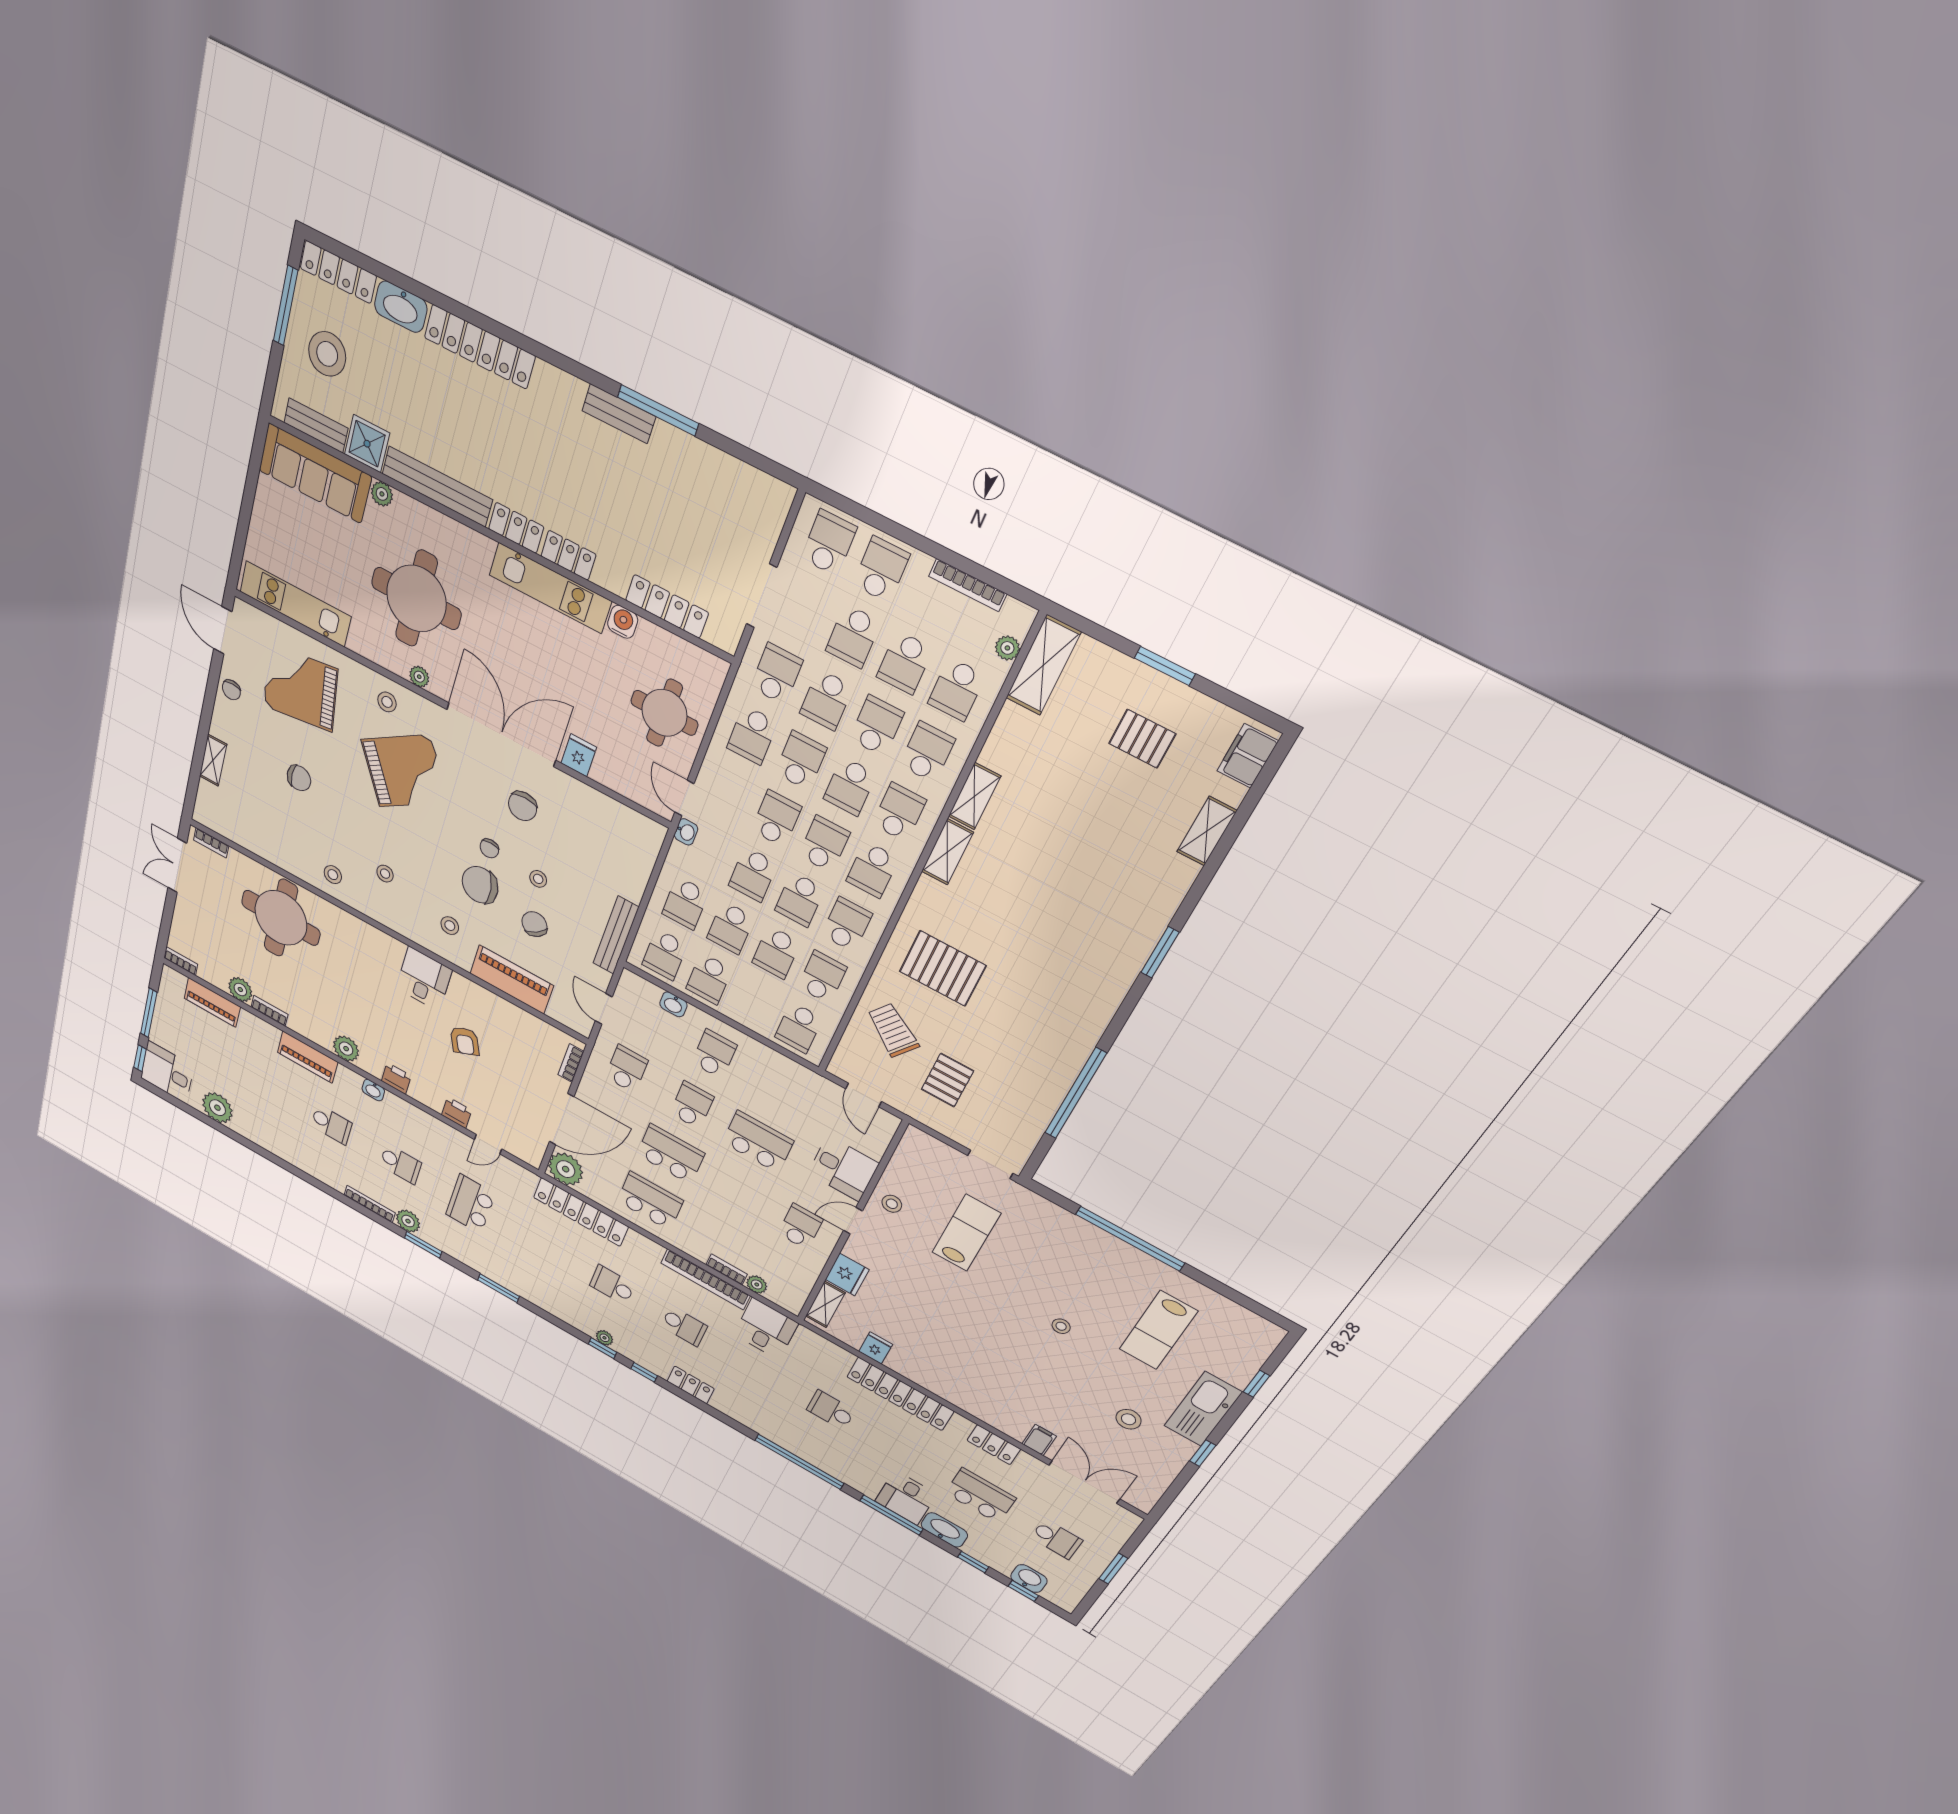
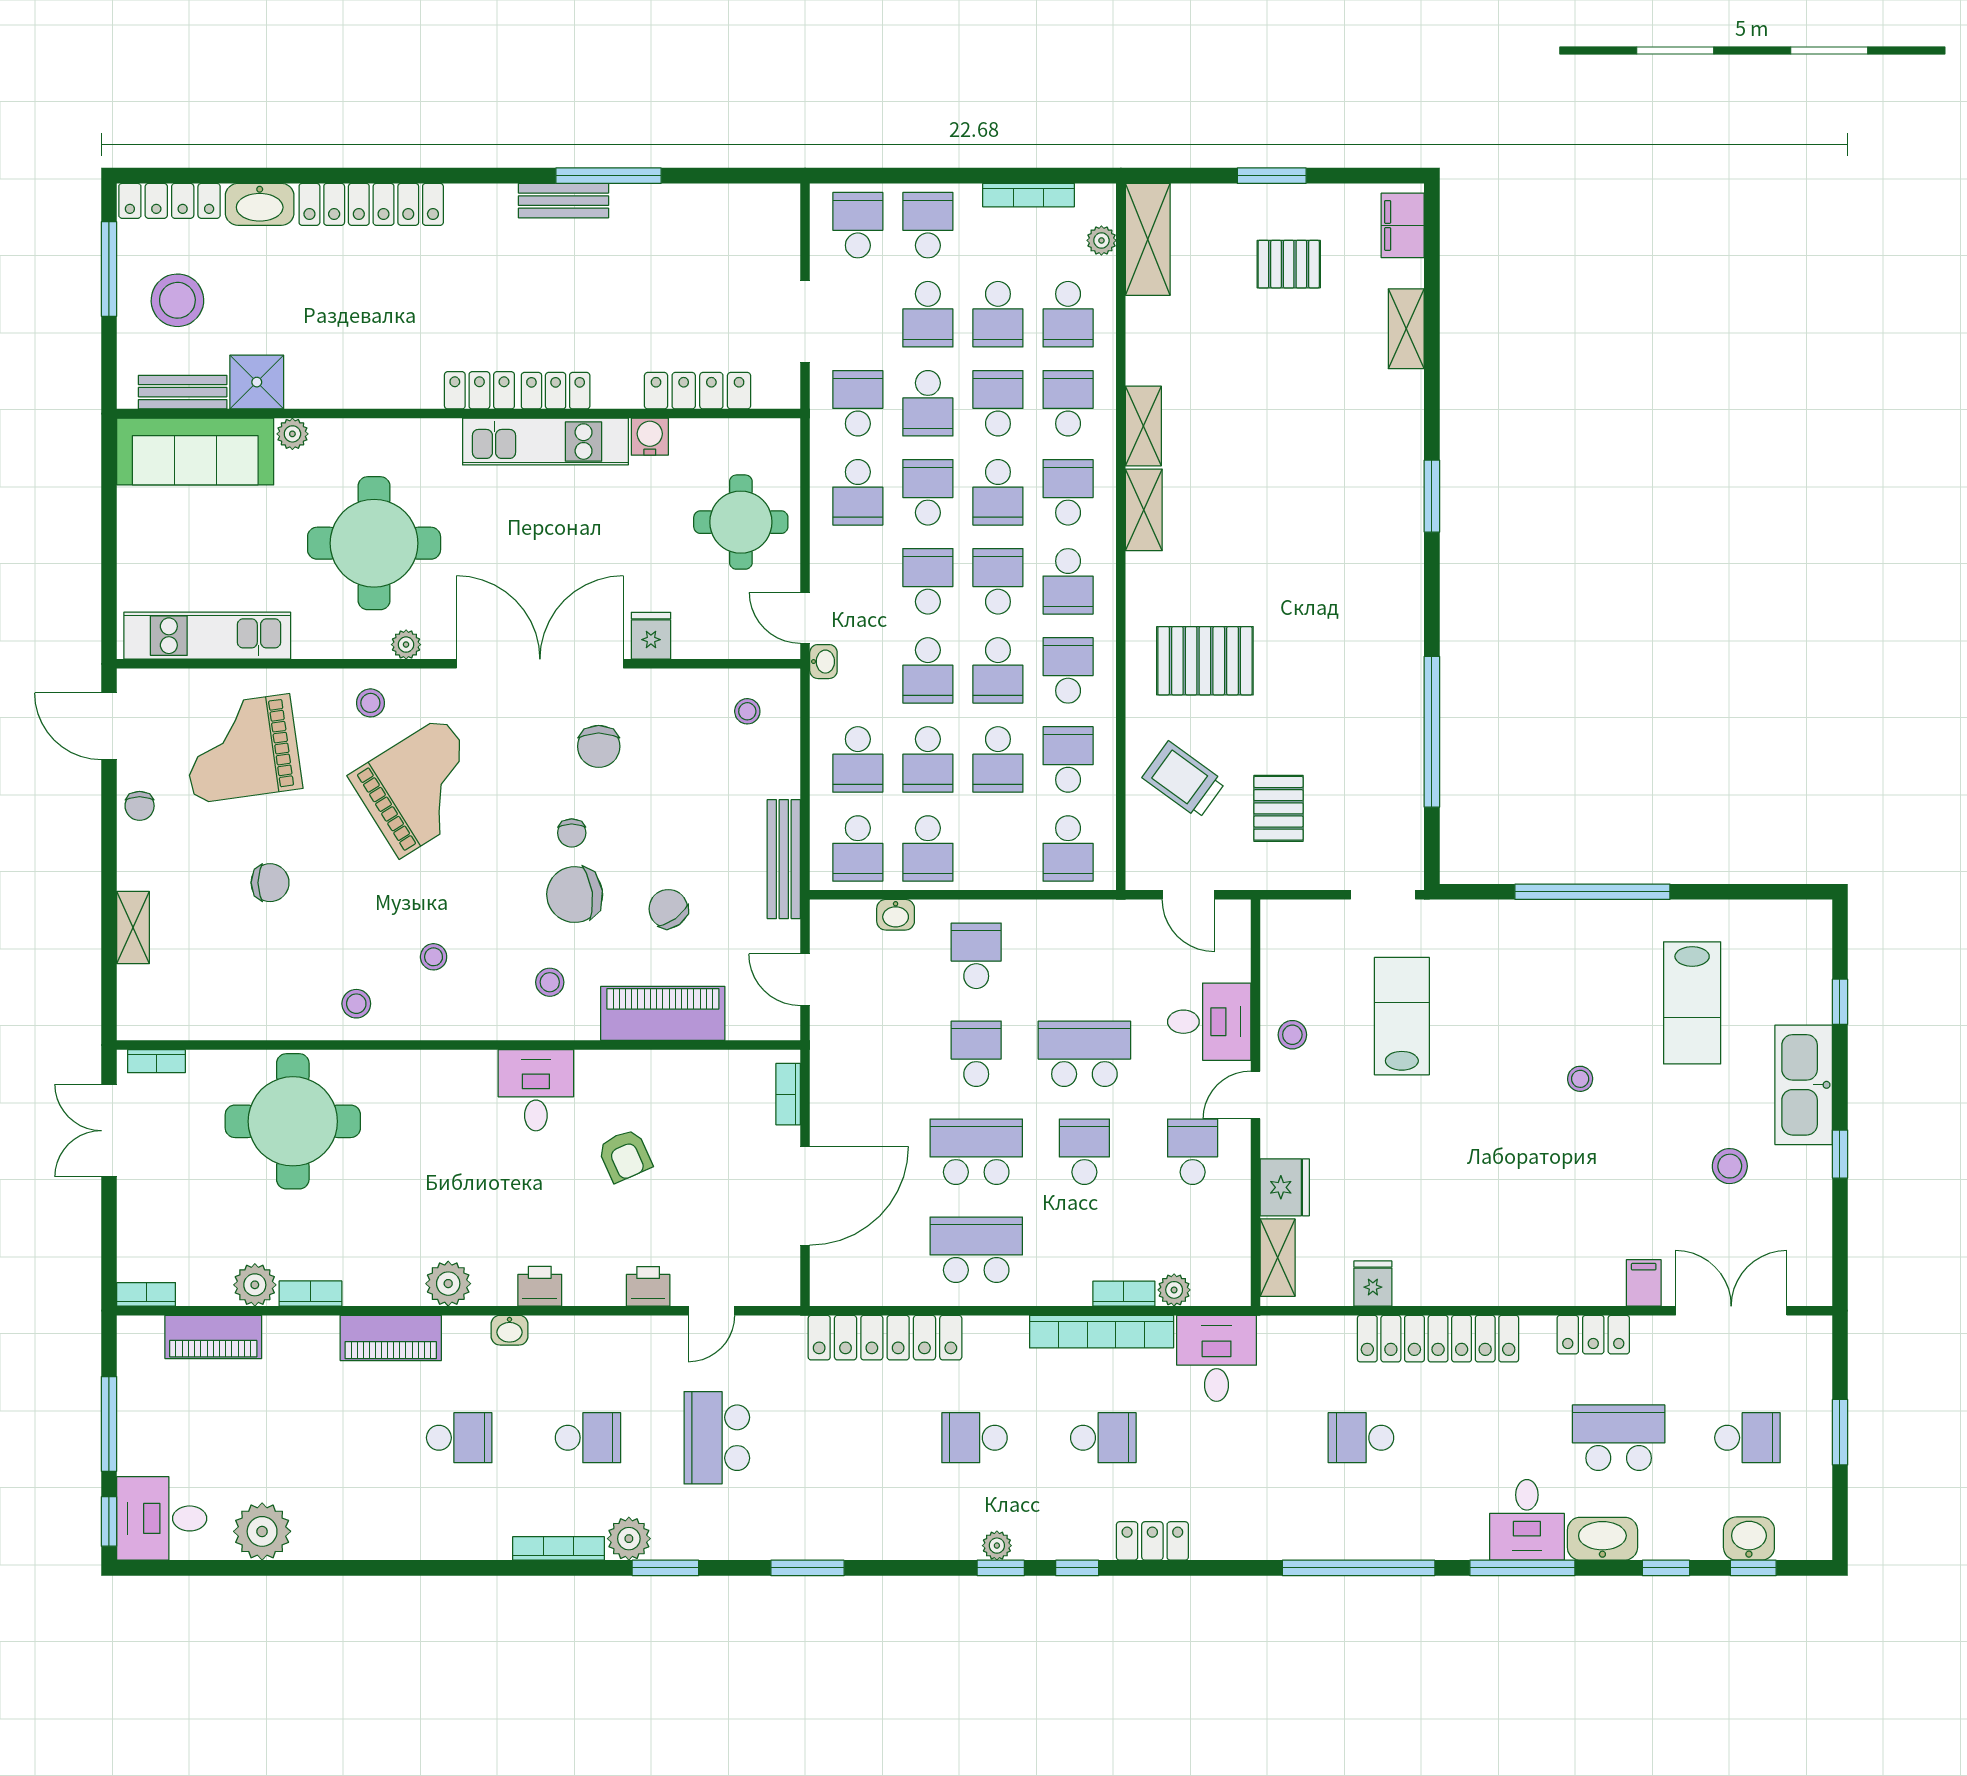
bench: (437, 487) -> (363, 390), removed
stool: (538, 879) -> (747, 711), moved
school desk: (627, 1069) -> (1084, 1152), moved
plant: (566, 1169) -> (839, 1277), removed

